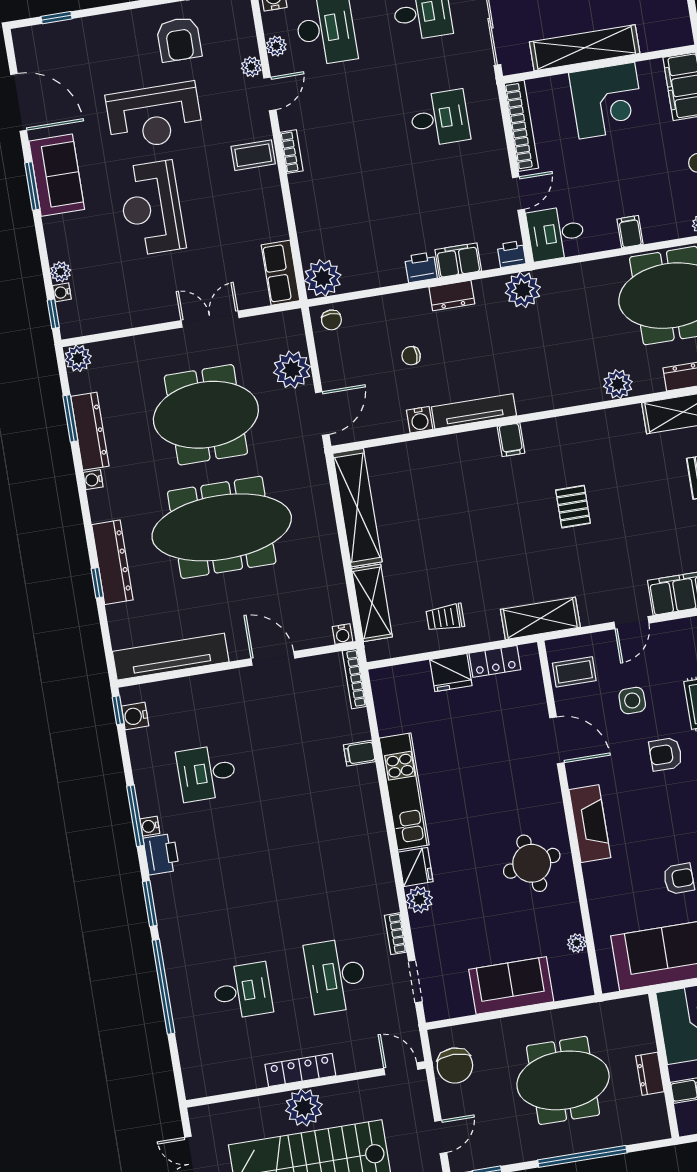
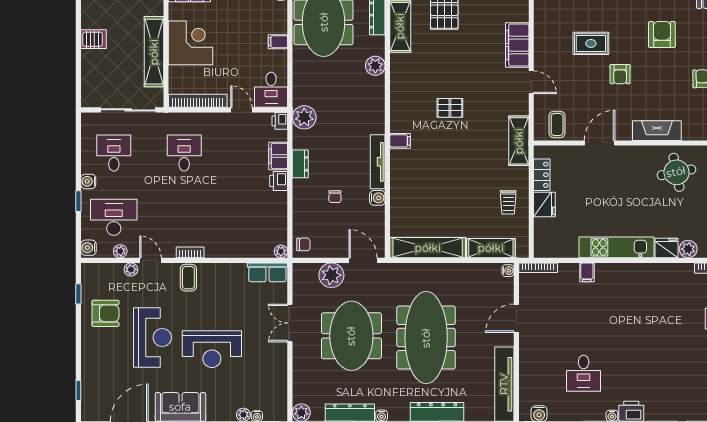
plant: (323, 278) -> (281, 251), width x0.53, depth x0.53
side table: (632, 700) -> (582, 90), removed

